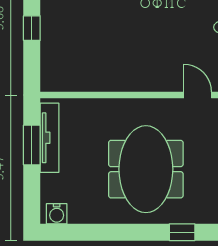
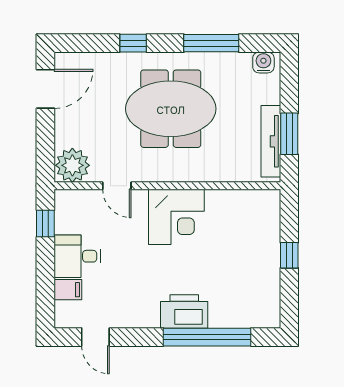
corner desk: (140, 65) -> (176, 217), added
meeting table: (146, 169) -> (171, 109), turned 90
window: (107, 232) -> (211, 43), added

